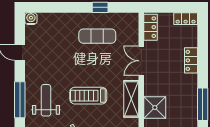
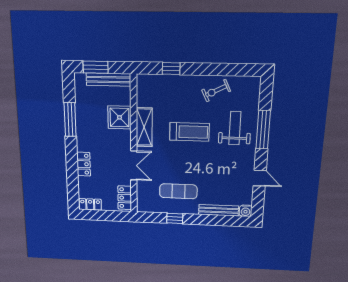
bench: (57, 18) -> (219, 210), added
weight bench: (46, 100) -> (235, 128), turned 180

